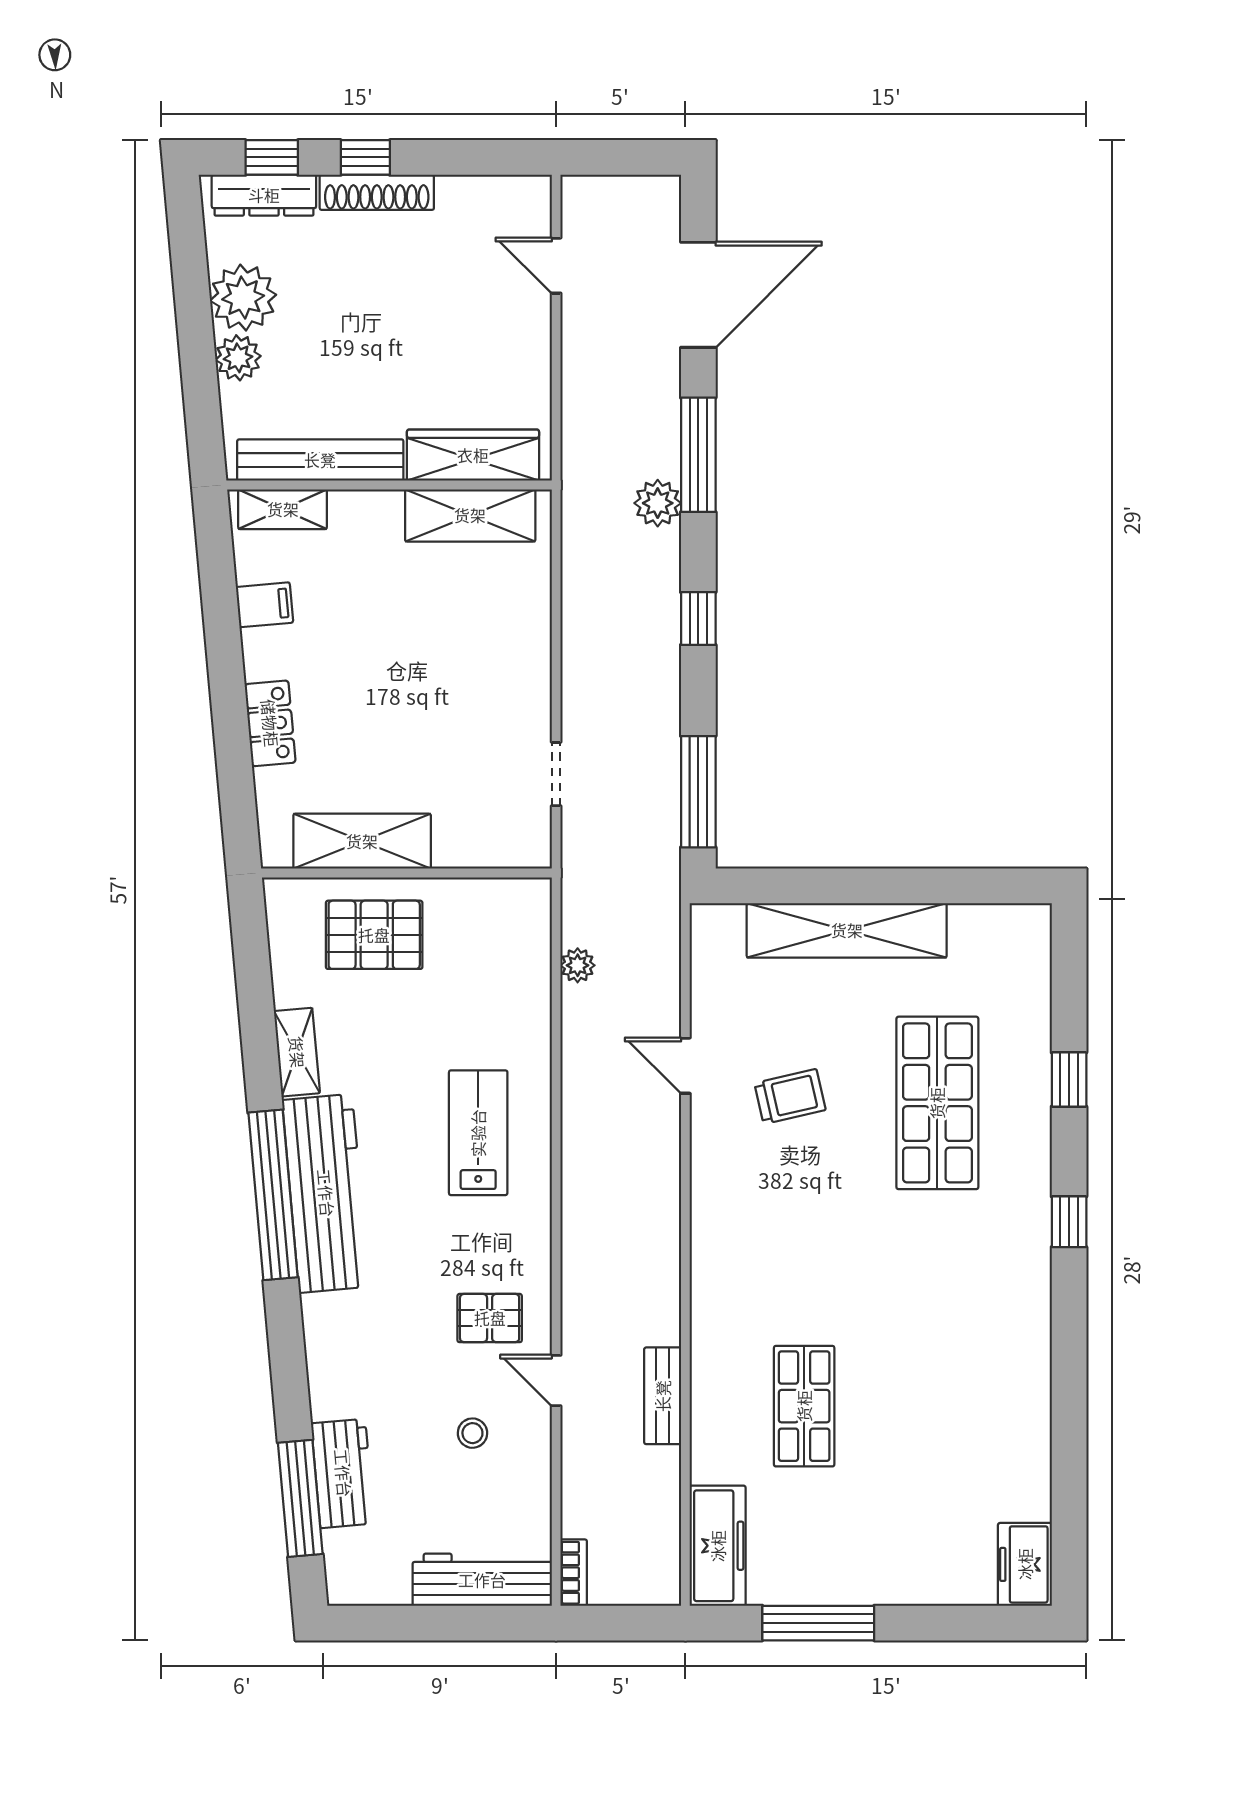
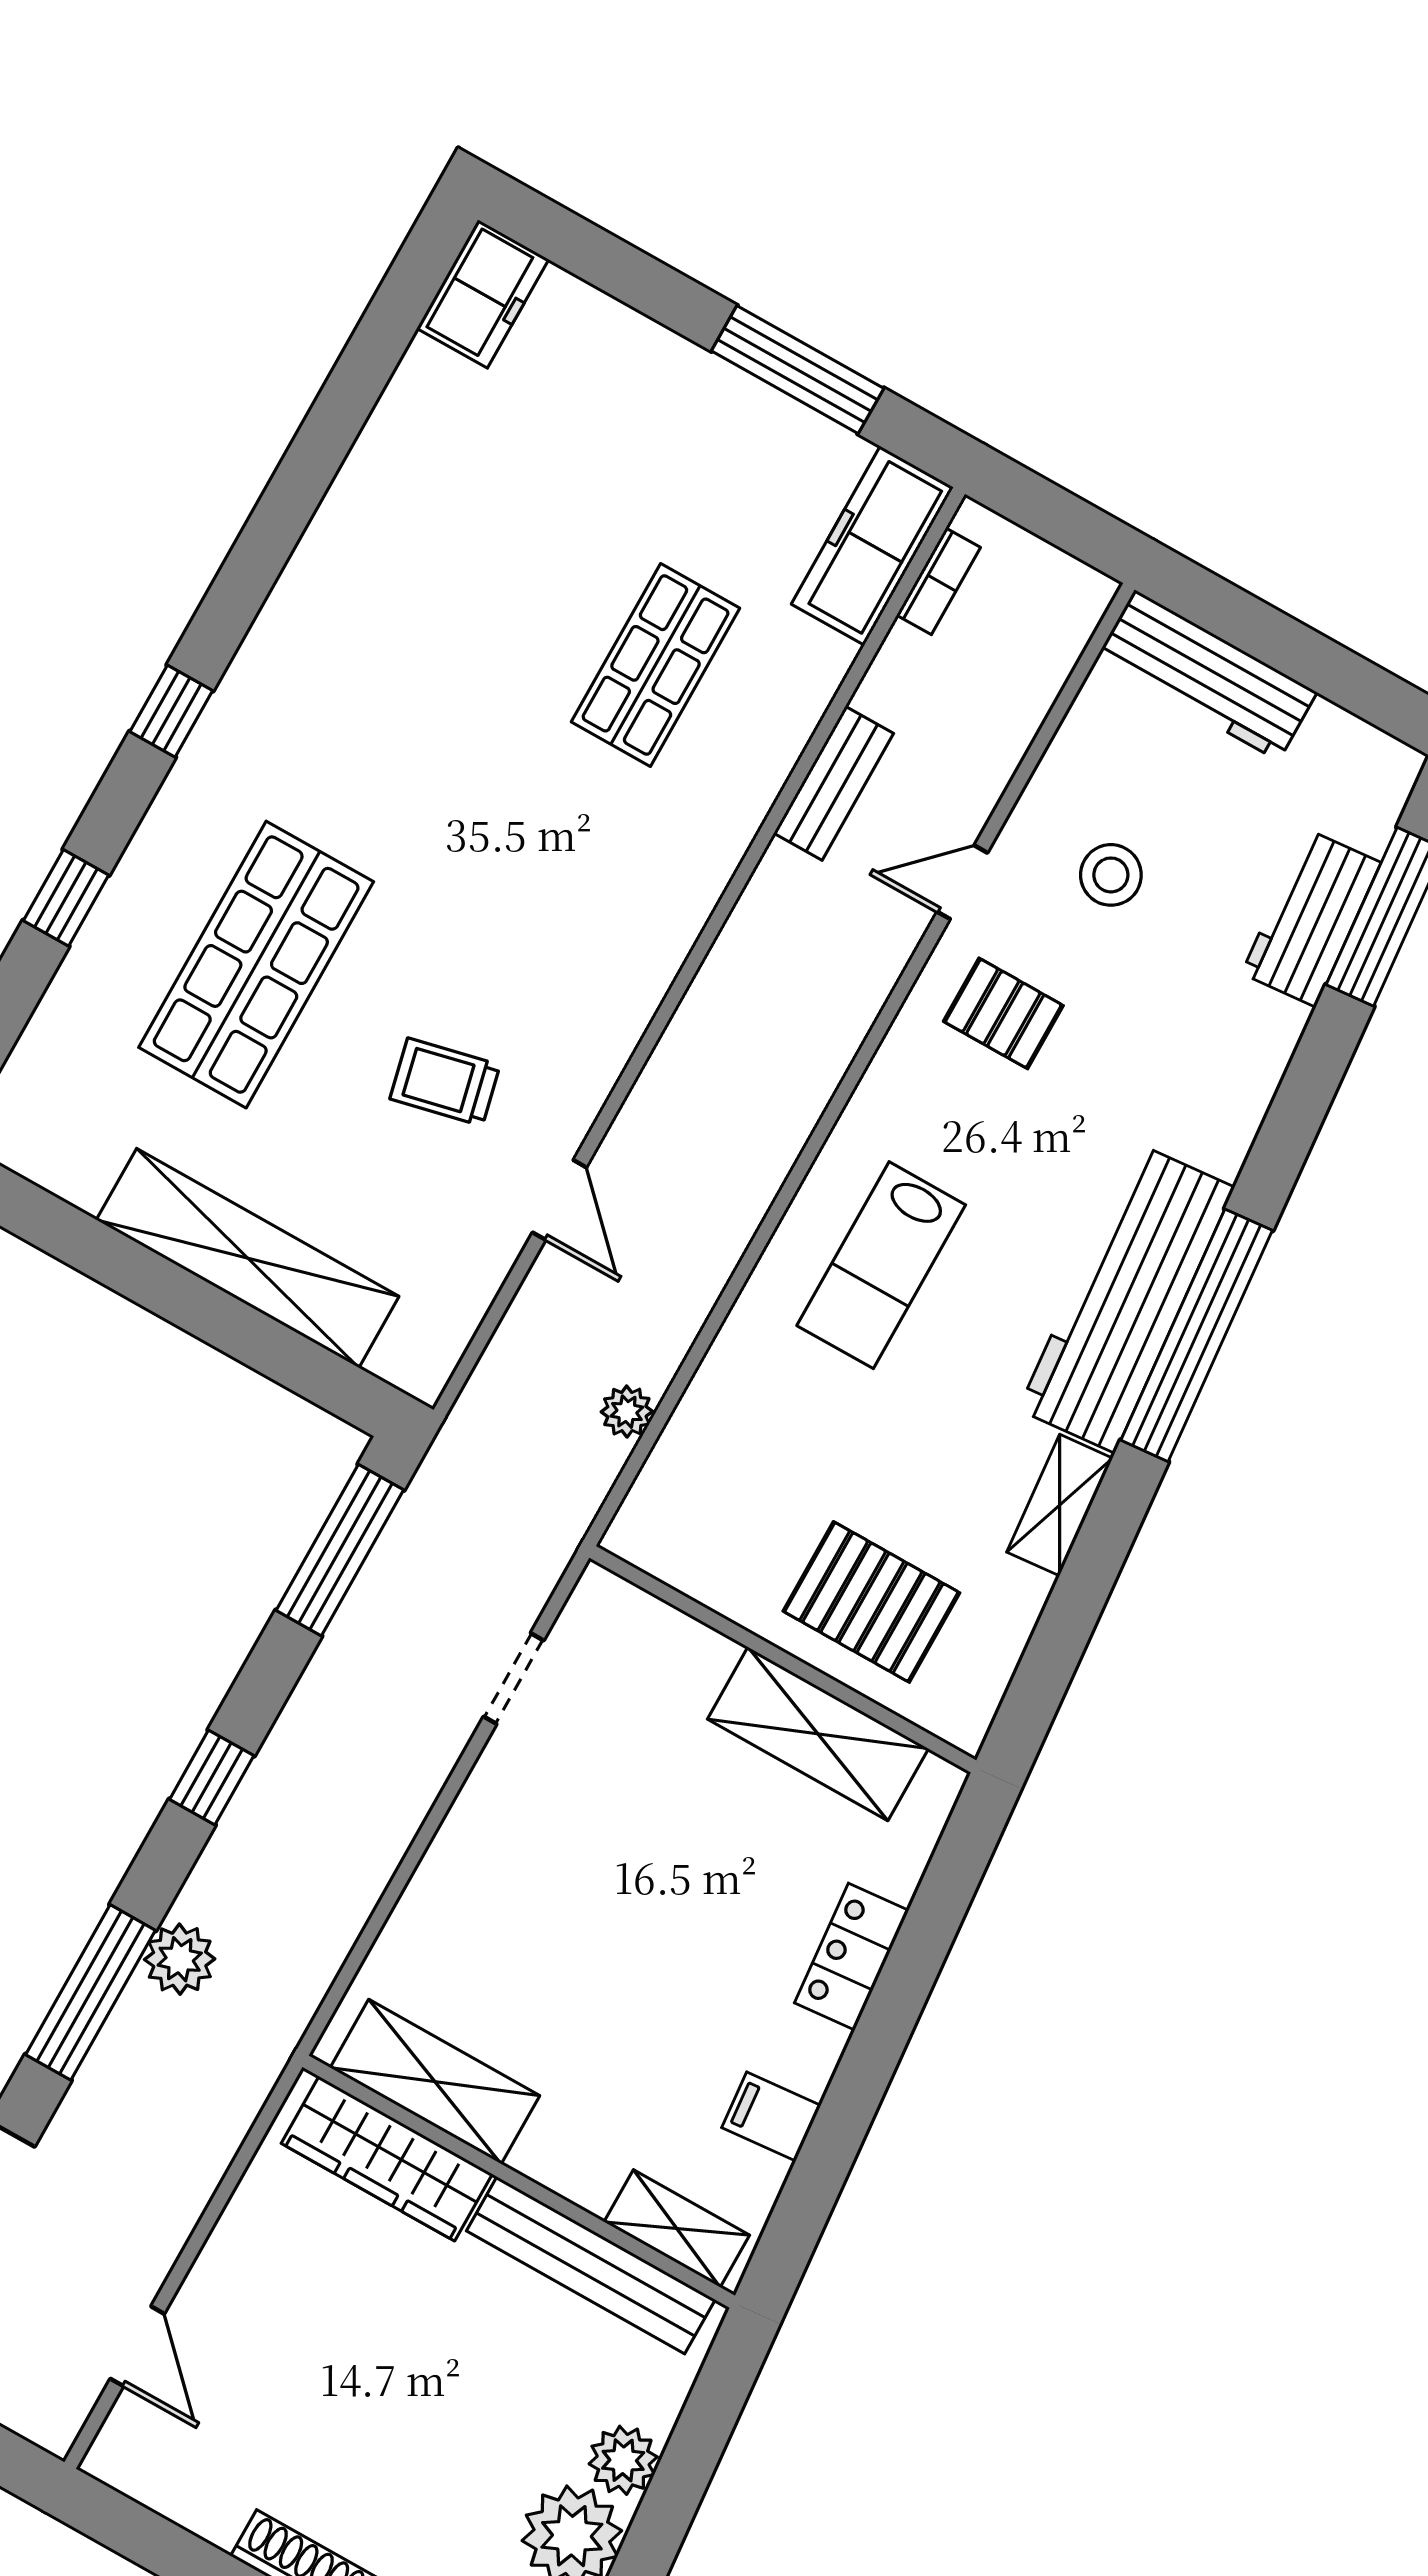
door: (556, 1380) -> (962, 882), swing flipped
stool: (472, 1433) -> (1111, 875), width x1.37, depth x1.37
bookcase: (574, 1573) -> (939, 581), moved, turned 180

